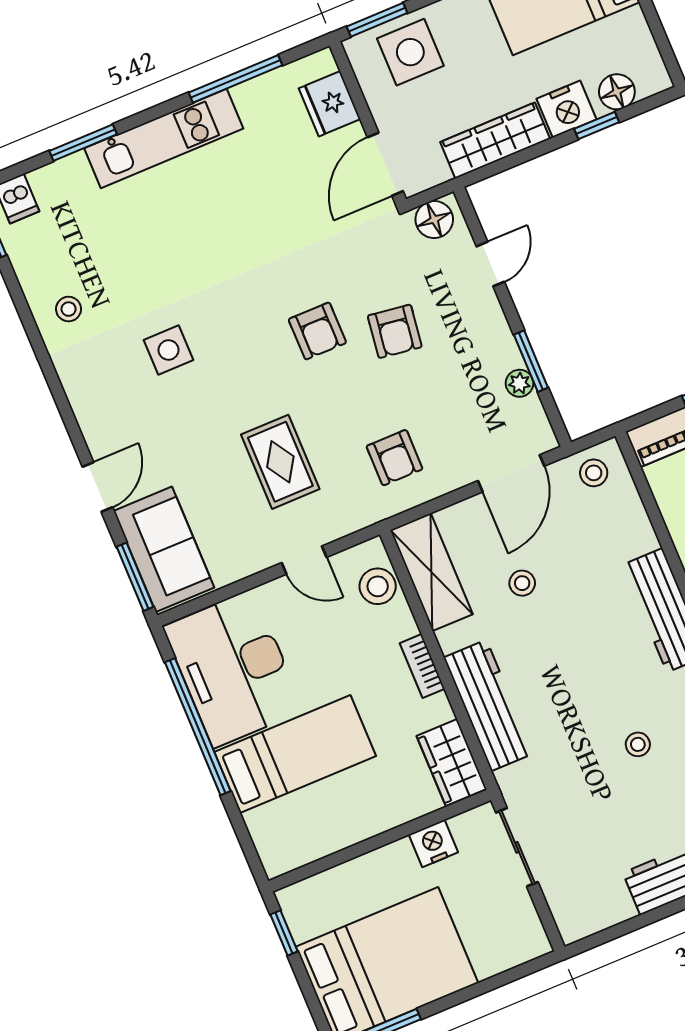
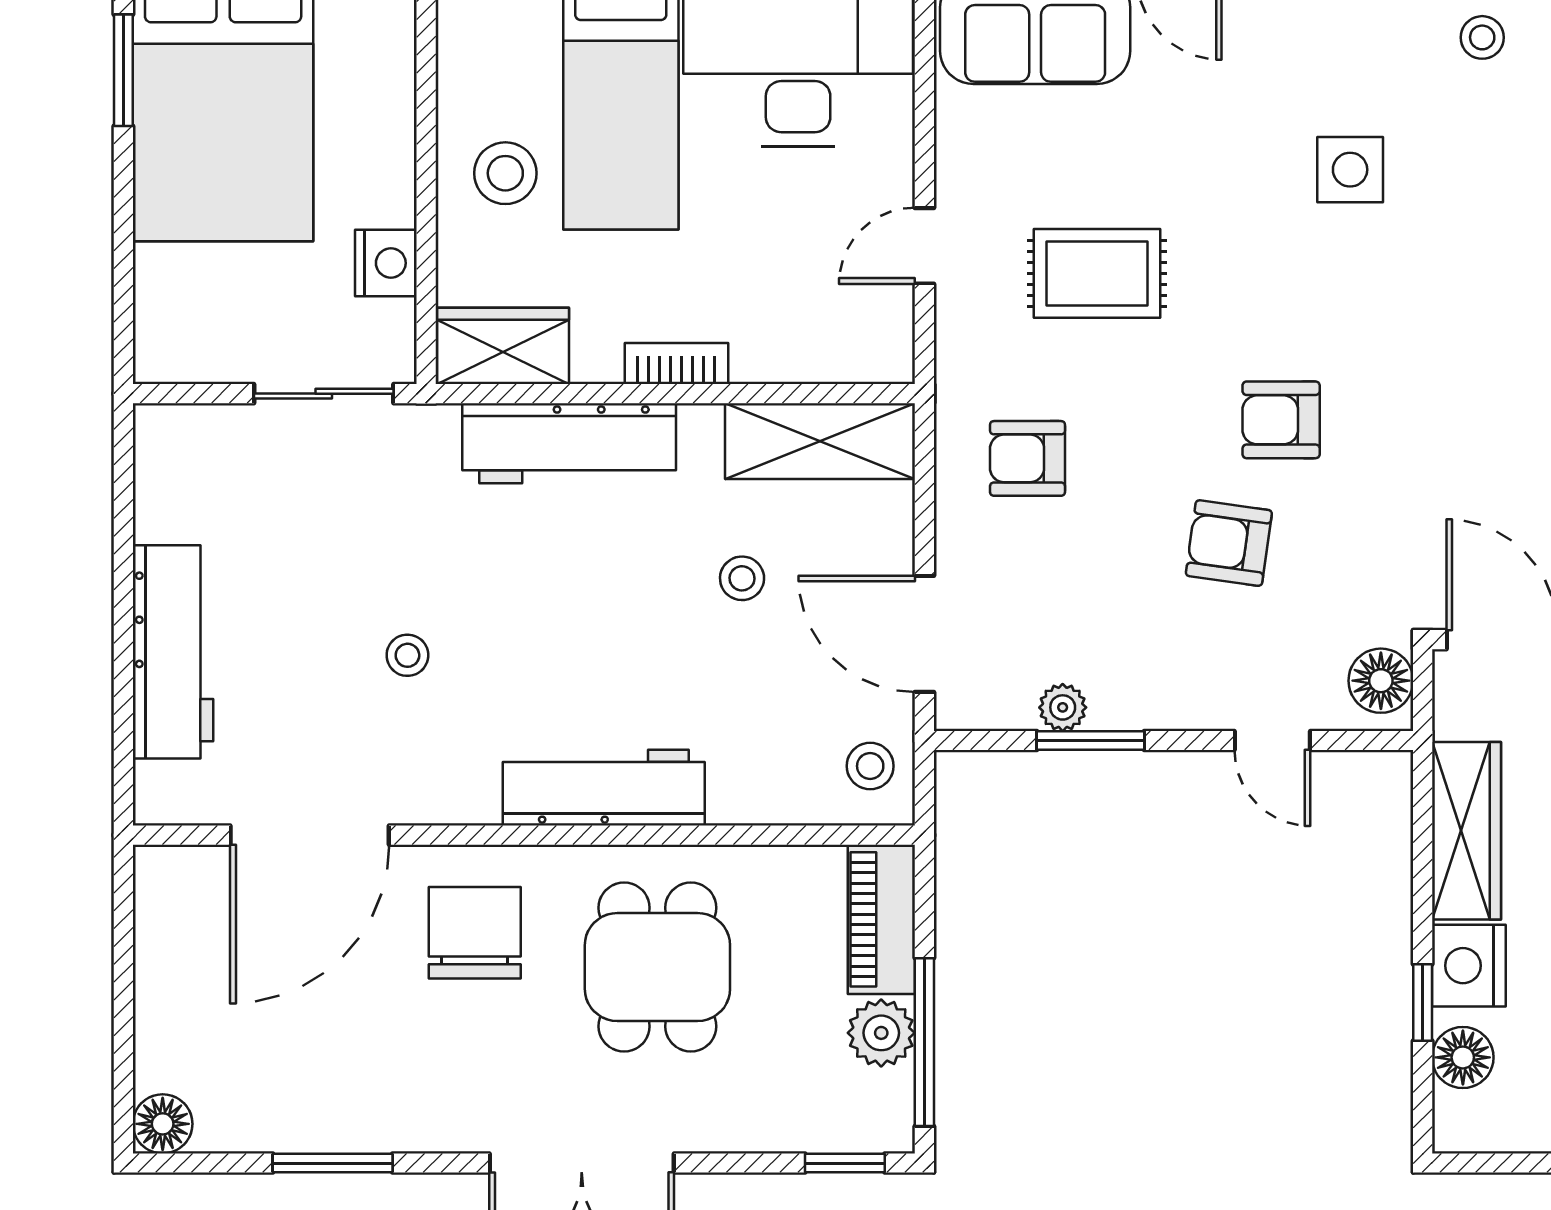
stool: (378, 586) -> (505, 173), moved

